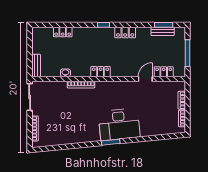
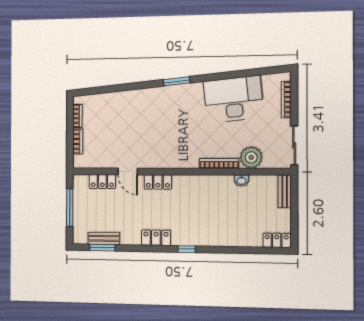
locker: (63, 32) -> (277, 240), moved
locker: (101, 72) -> (158, 182), moved
door: (145, 79) -> (128, 171), hinge flipped
plant: (59, 89) -> (251, 157), added
desk: (119, 124) -> (233, 99), moved

